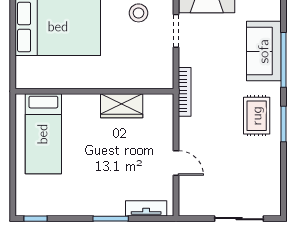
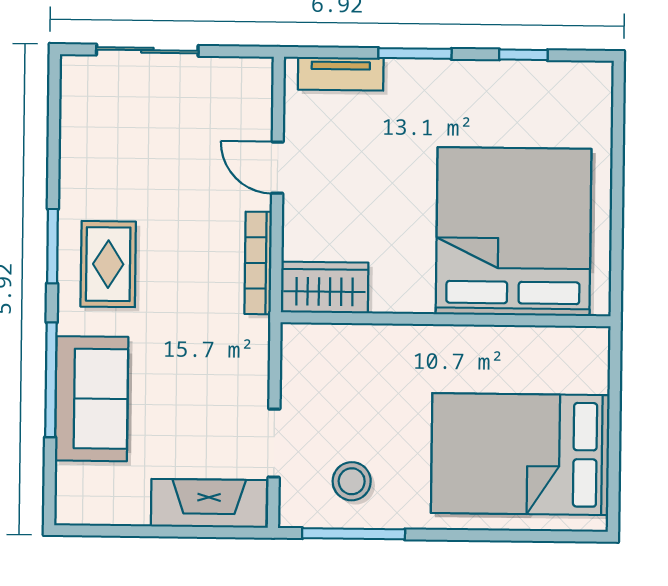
bookcase: (185, 92) -> (258, 263), moved
wardrobe: (122, 106) -> (325, 287), moved
bed: (43, 134) -> (514, 232), width x2.04
window: (35, 219) -> (523, 55), moved

